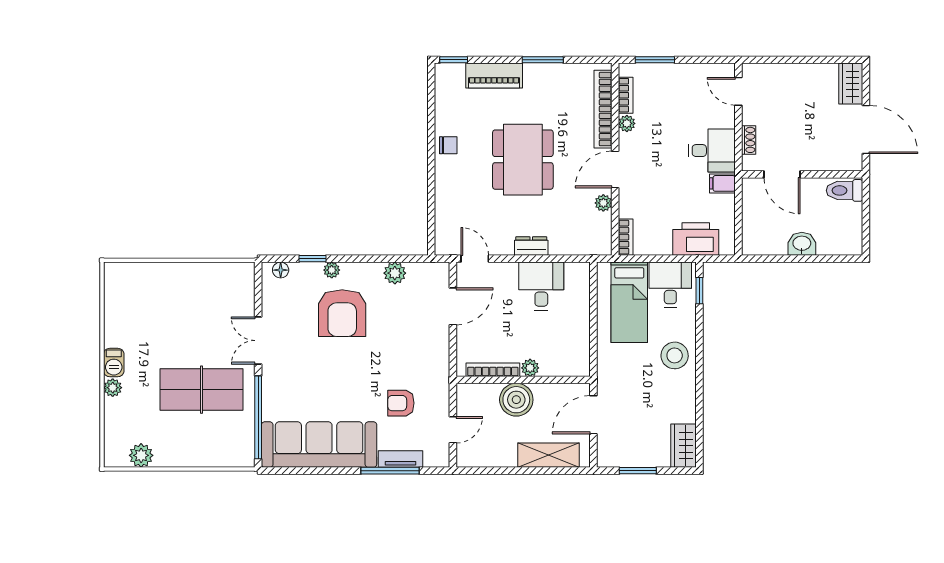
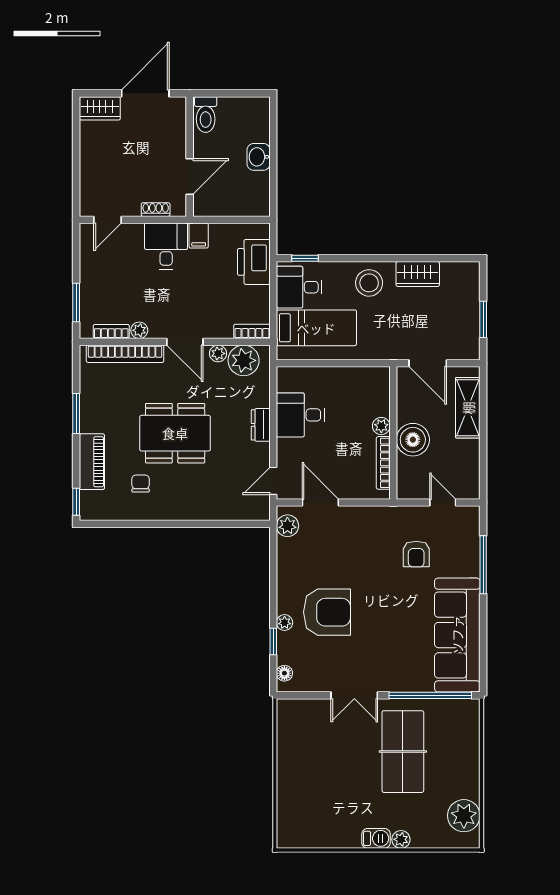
chair: (448, 145) -> (141, 483), moved
plant: (596, 229) -> (244, 360), added
plant: (395, 273) -> (287, 526), moved
wardrobe: (684, 446) -> (418, 274), moved
plant: (141, 455) -> (464, 816), width x1.36, depth x1.36
tv unit: (401, 459) -> (472, 554), removed

